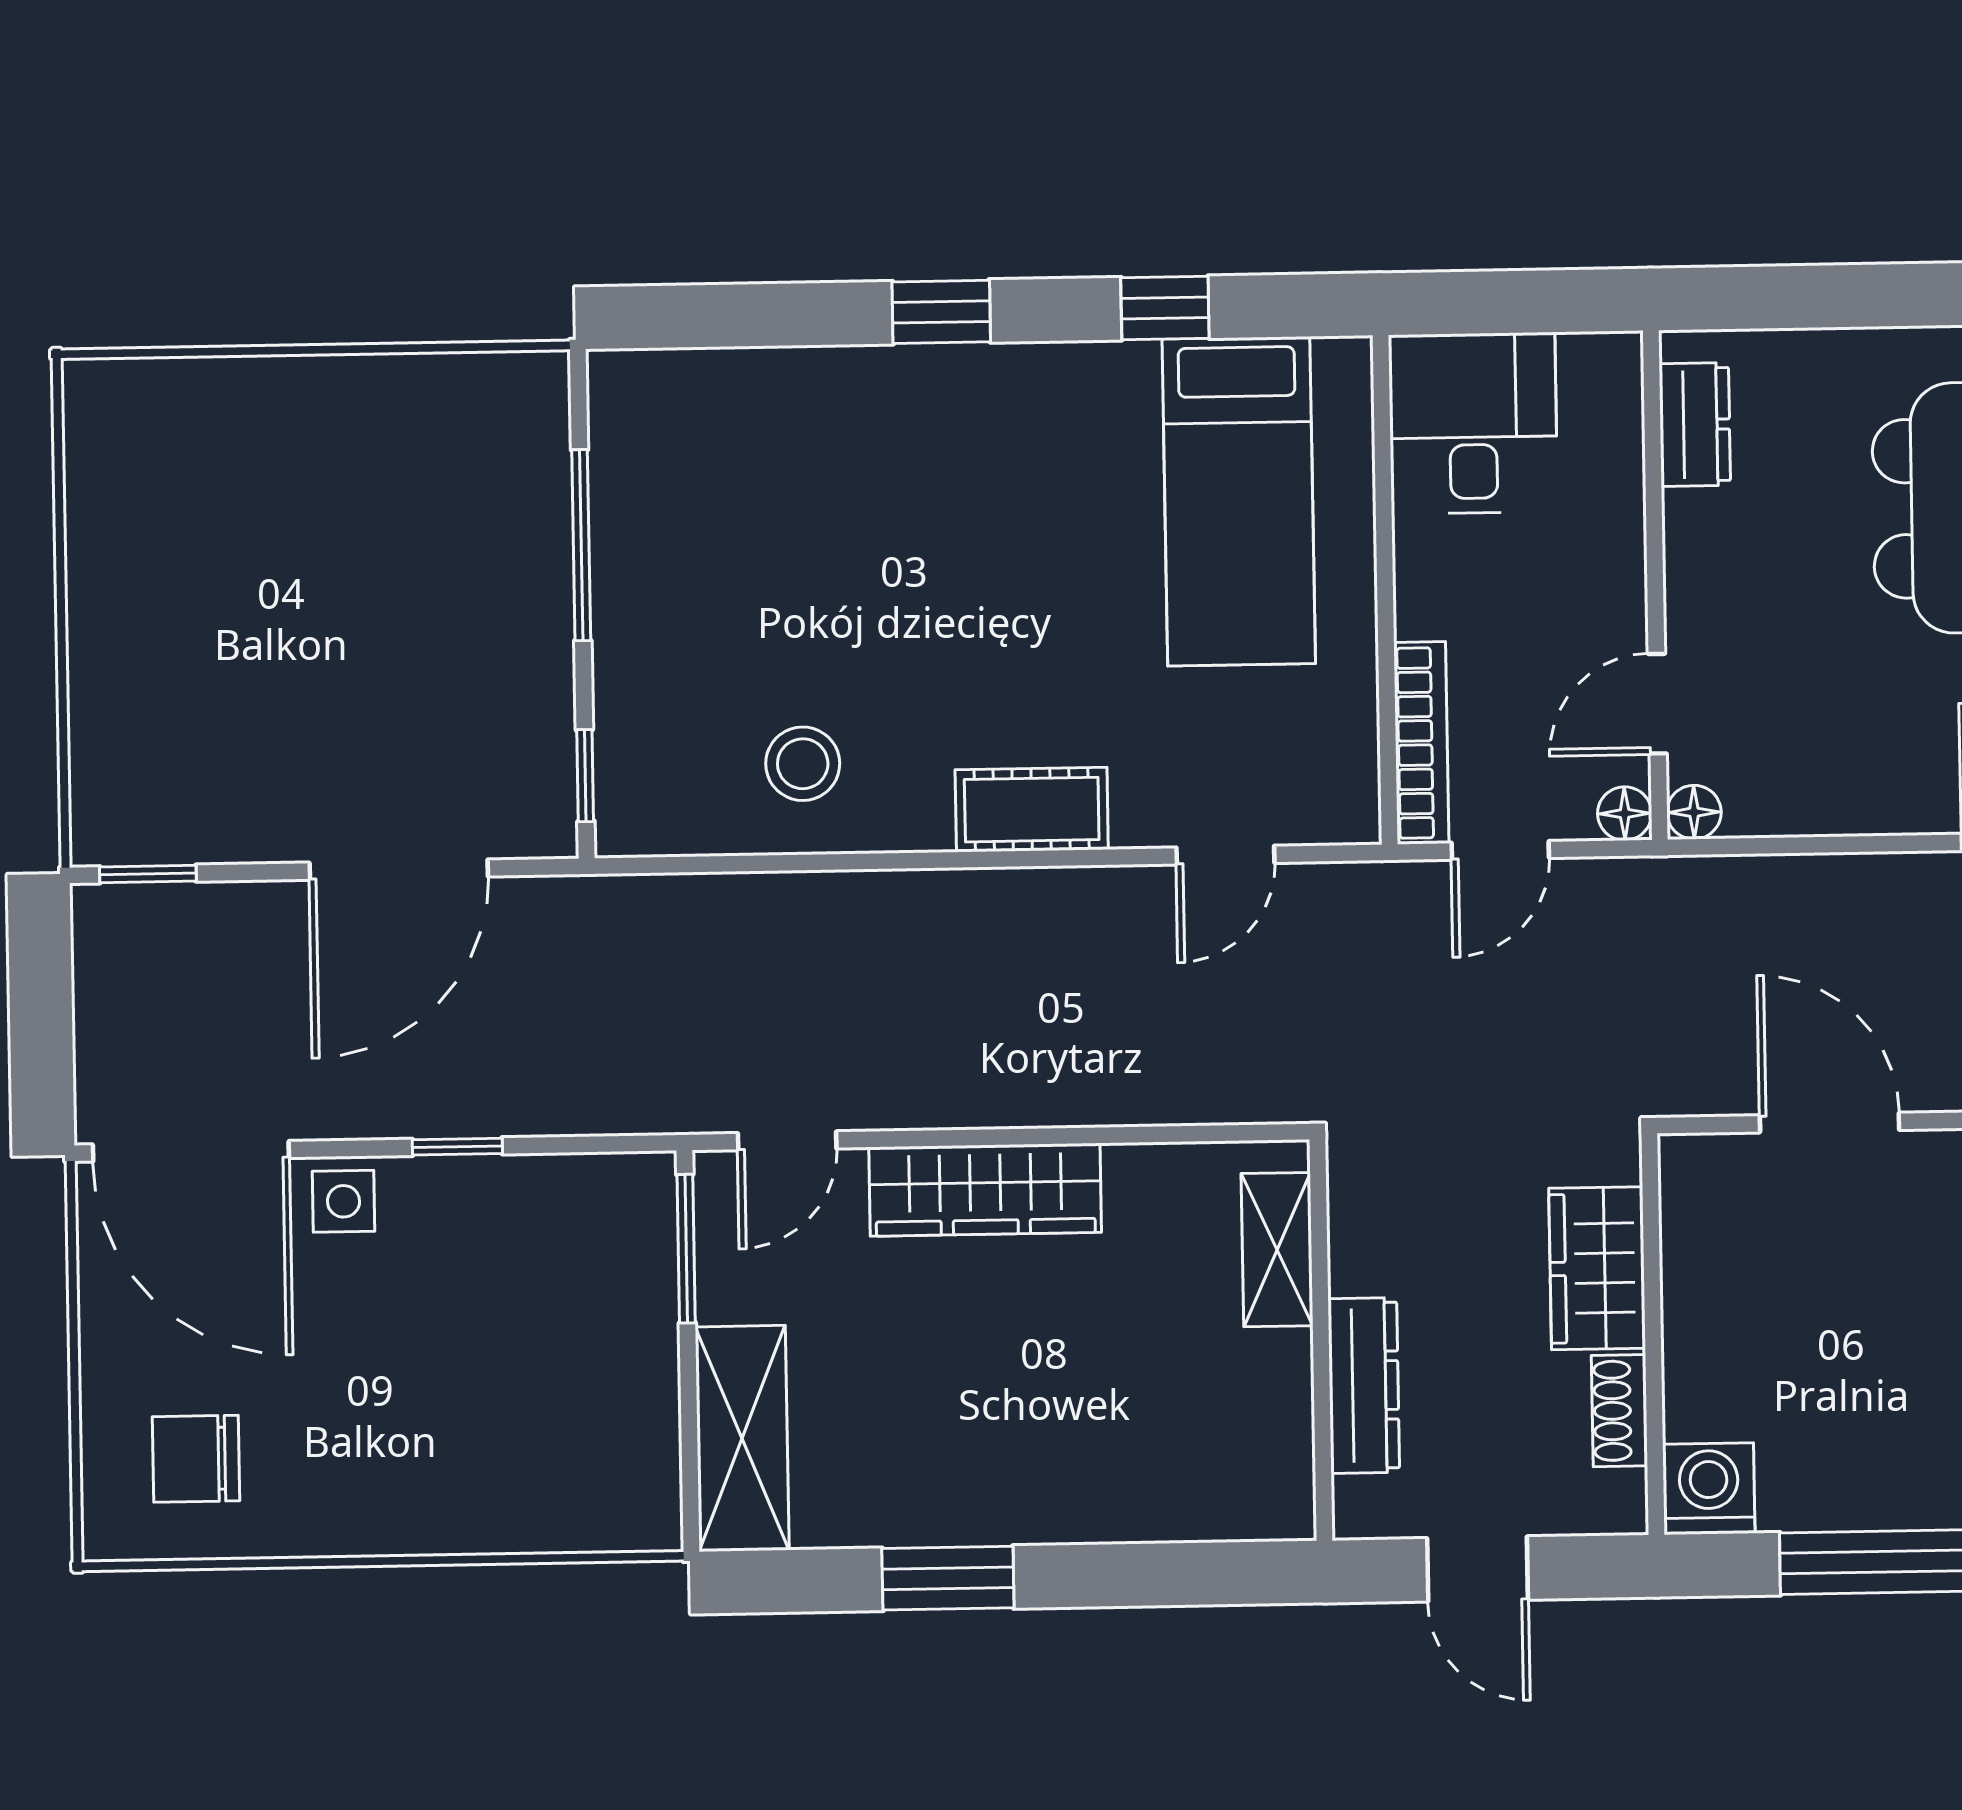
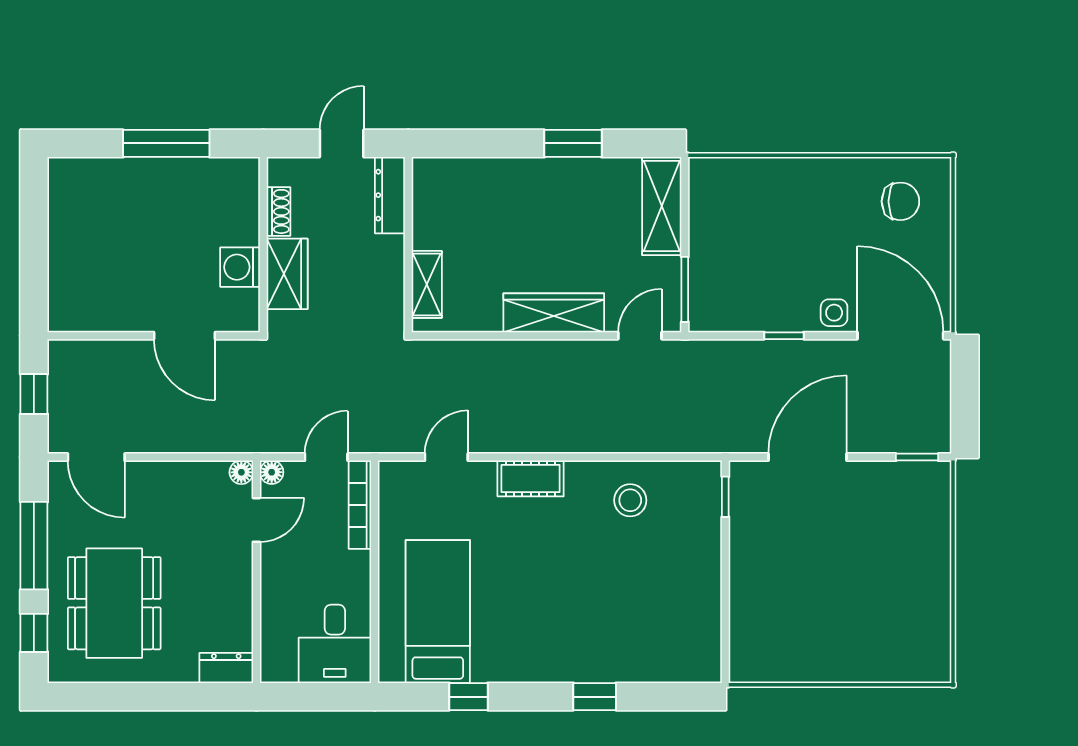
window: (941, 312) -> (595, 697), moved
dresser: (1695, 424) -> (226, 668), moved, turned 90
window: (581, 545) -> (725, 597), removed
dresser: (1364, 1386) -> (390, 195), moved
washing machine: (1709, 1489) -> (240, 267), moved, turned 90
door: (1477, 1569) -> (342, 143), hinge flipped

